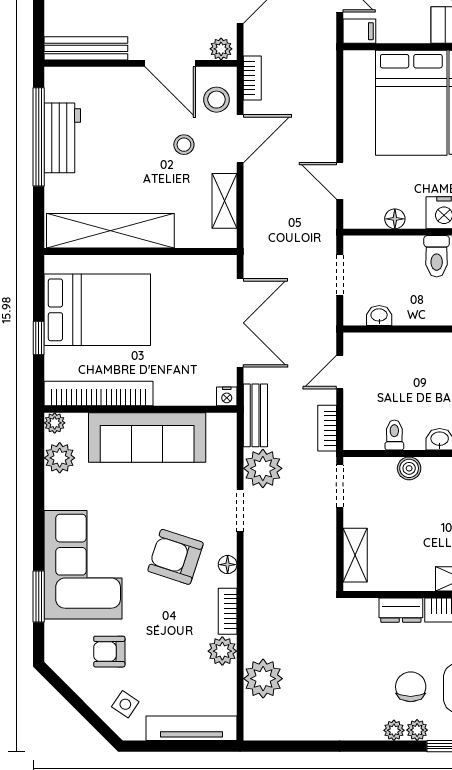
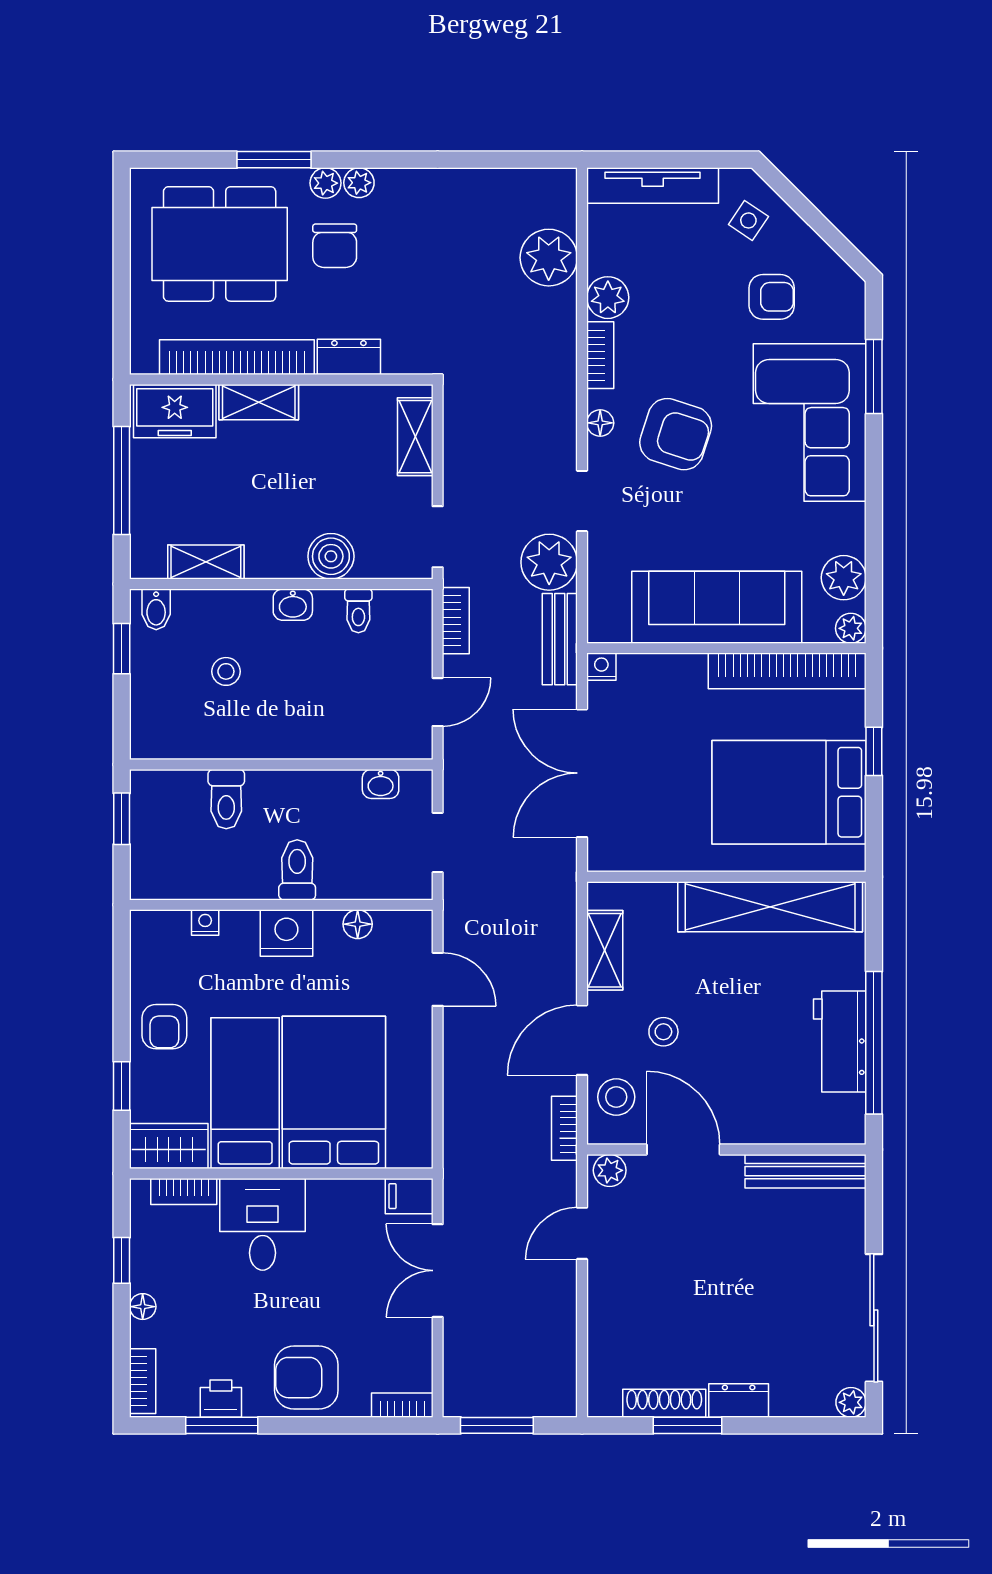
boiler: (409, 468) -> (331, 556), width x1.36, depth x1.36

